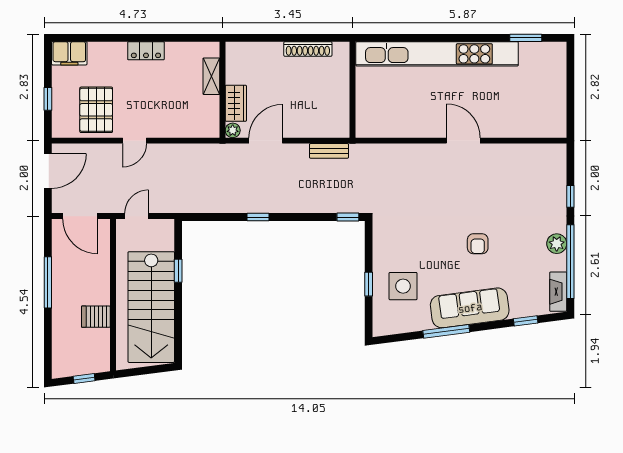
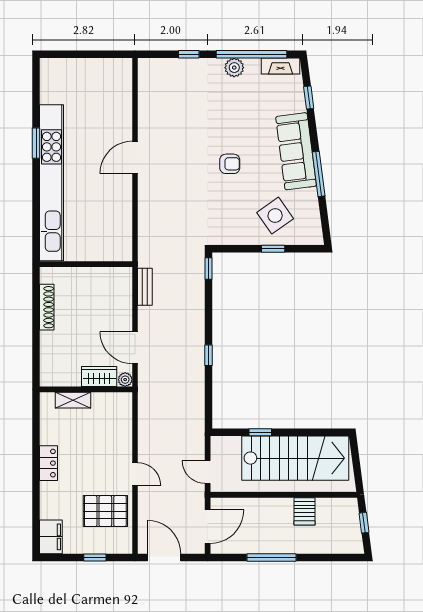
window: (526, 38) -> (36, 143), moved
armchair: (478, 244) -> (230, 164), moved
side table: (403, 286) -> (275, 216), turned -35

